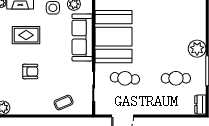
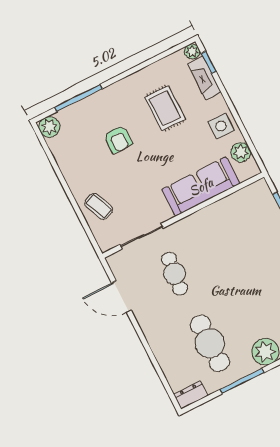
booth: (114, 37) -> (224, 229), removed
cafe table: (176, 78) -> (210, 343), width x1.37, depth x1.35

